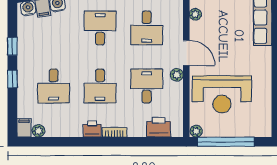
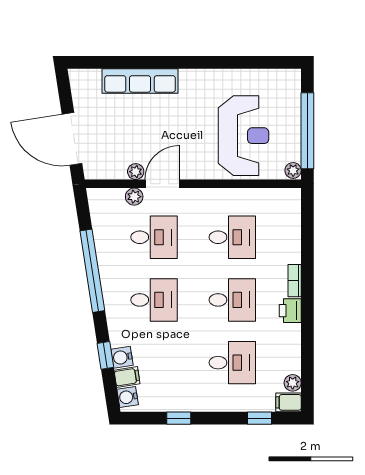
desk: (100, 28) -> (154, 300), turned 180
door: (186, 53) -> (162, 184), moved
plant: (177, 75) -> (134, 197), moved
window: (12, 79) -> (259, 418), moved
desk: (147, 86) -> (232, 237), turned 180
printer: (159, 127) -> (288, 221), removed

